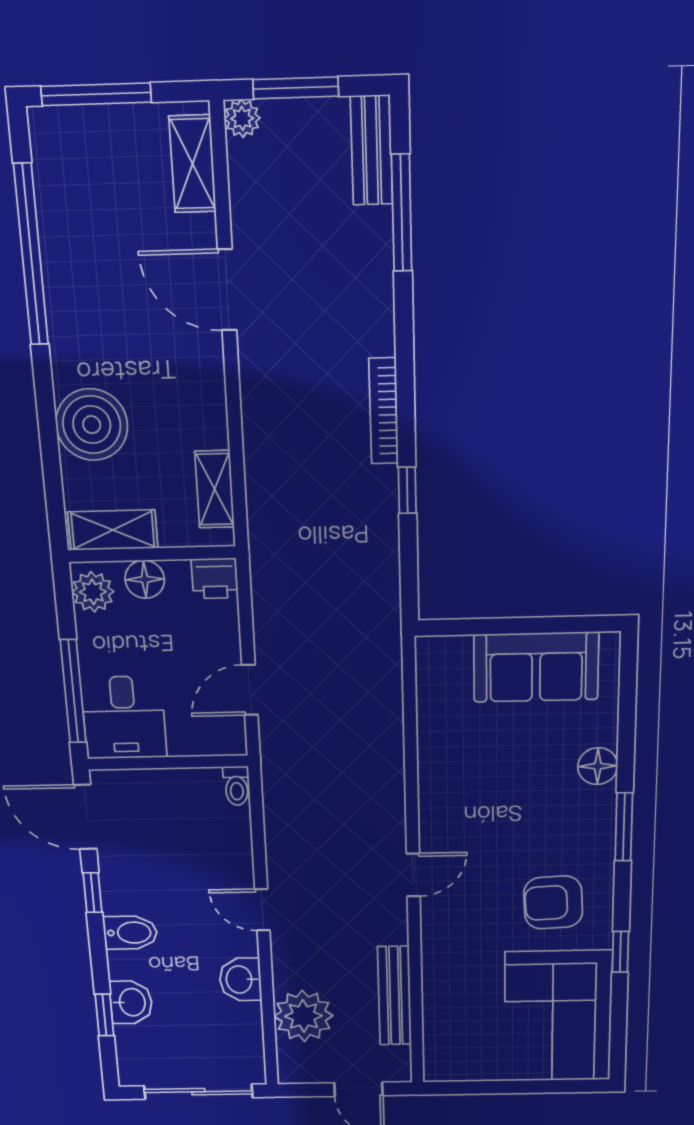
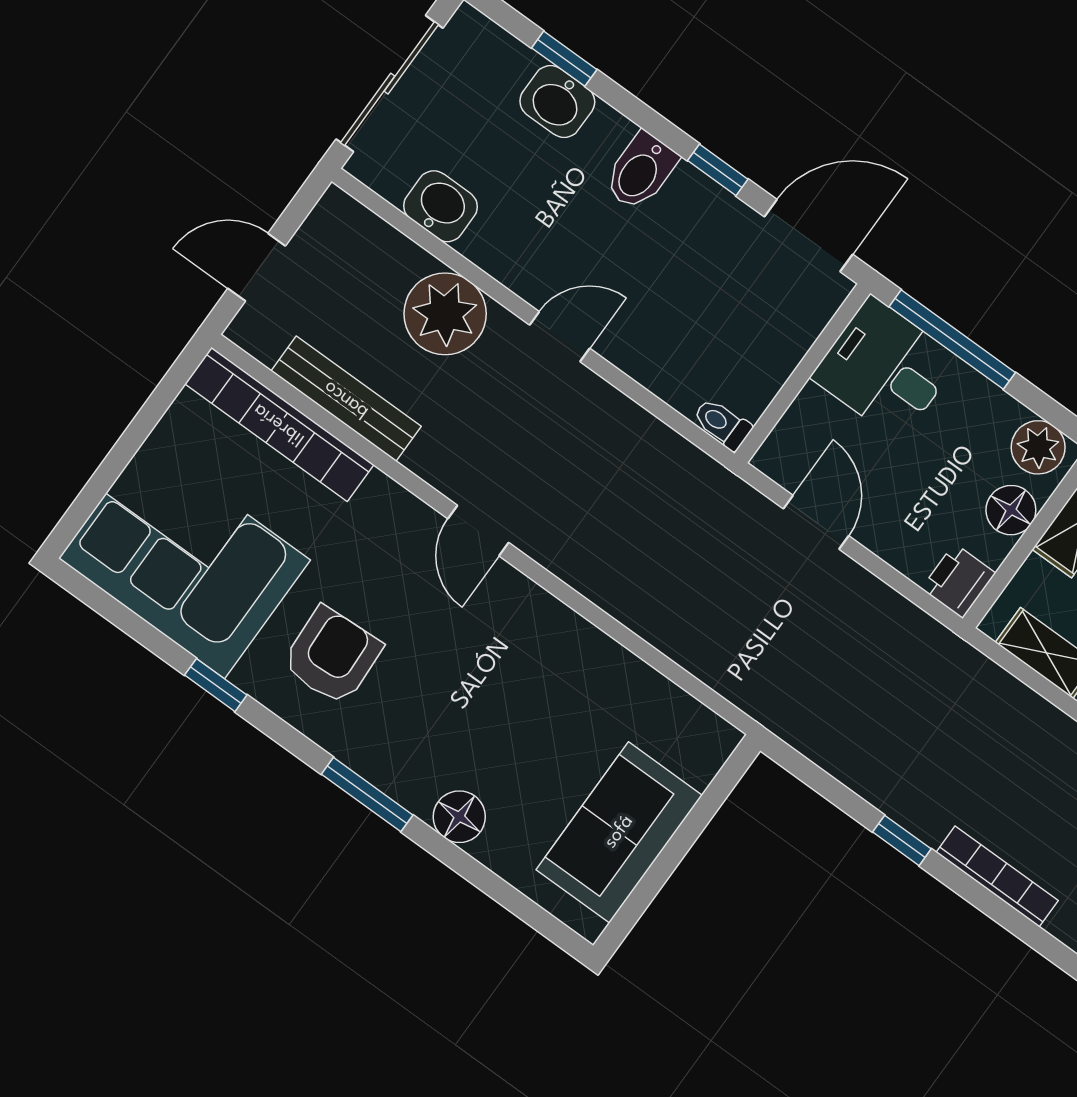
washbasin: (240, 979) -> (441, 206), moved
plant: (303, 1016) -> (445, 314), moved
bookcase: (438, 1020) -> (279, 424), added

